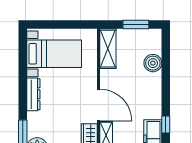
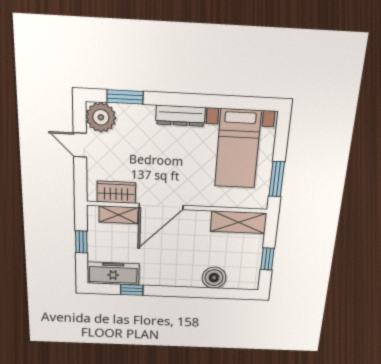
window: (74, 25) -> (277, 179), added
window: (136, 25) -> (267, 259), width x0.67

